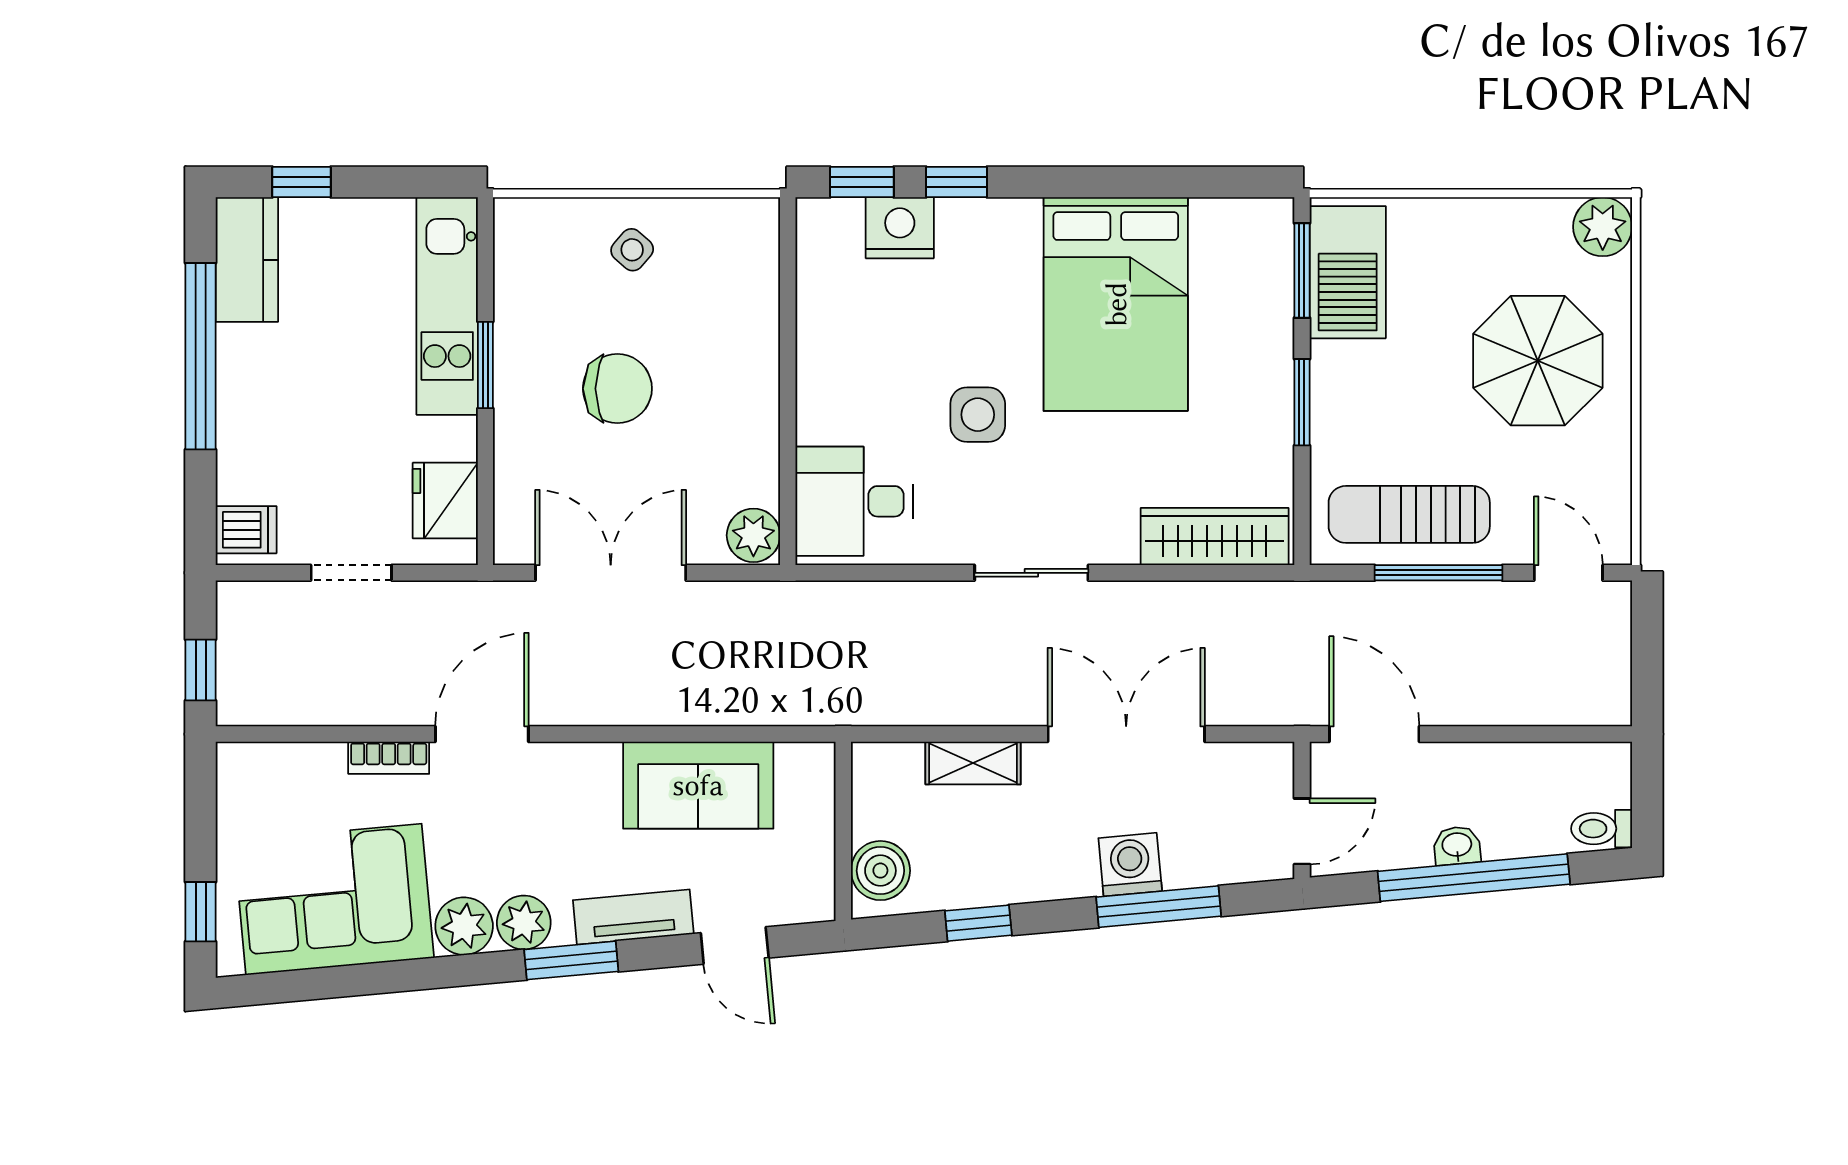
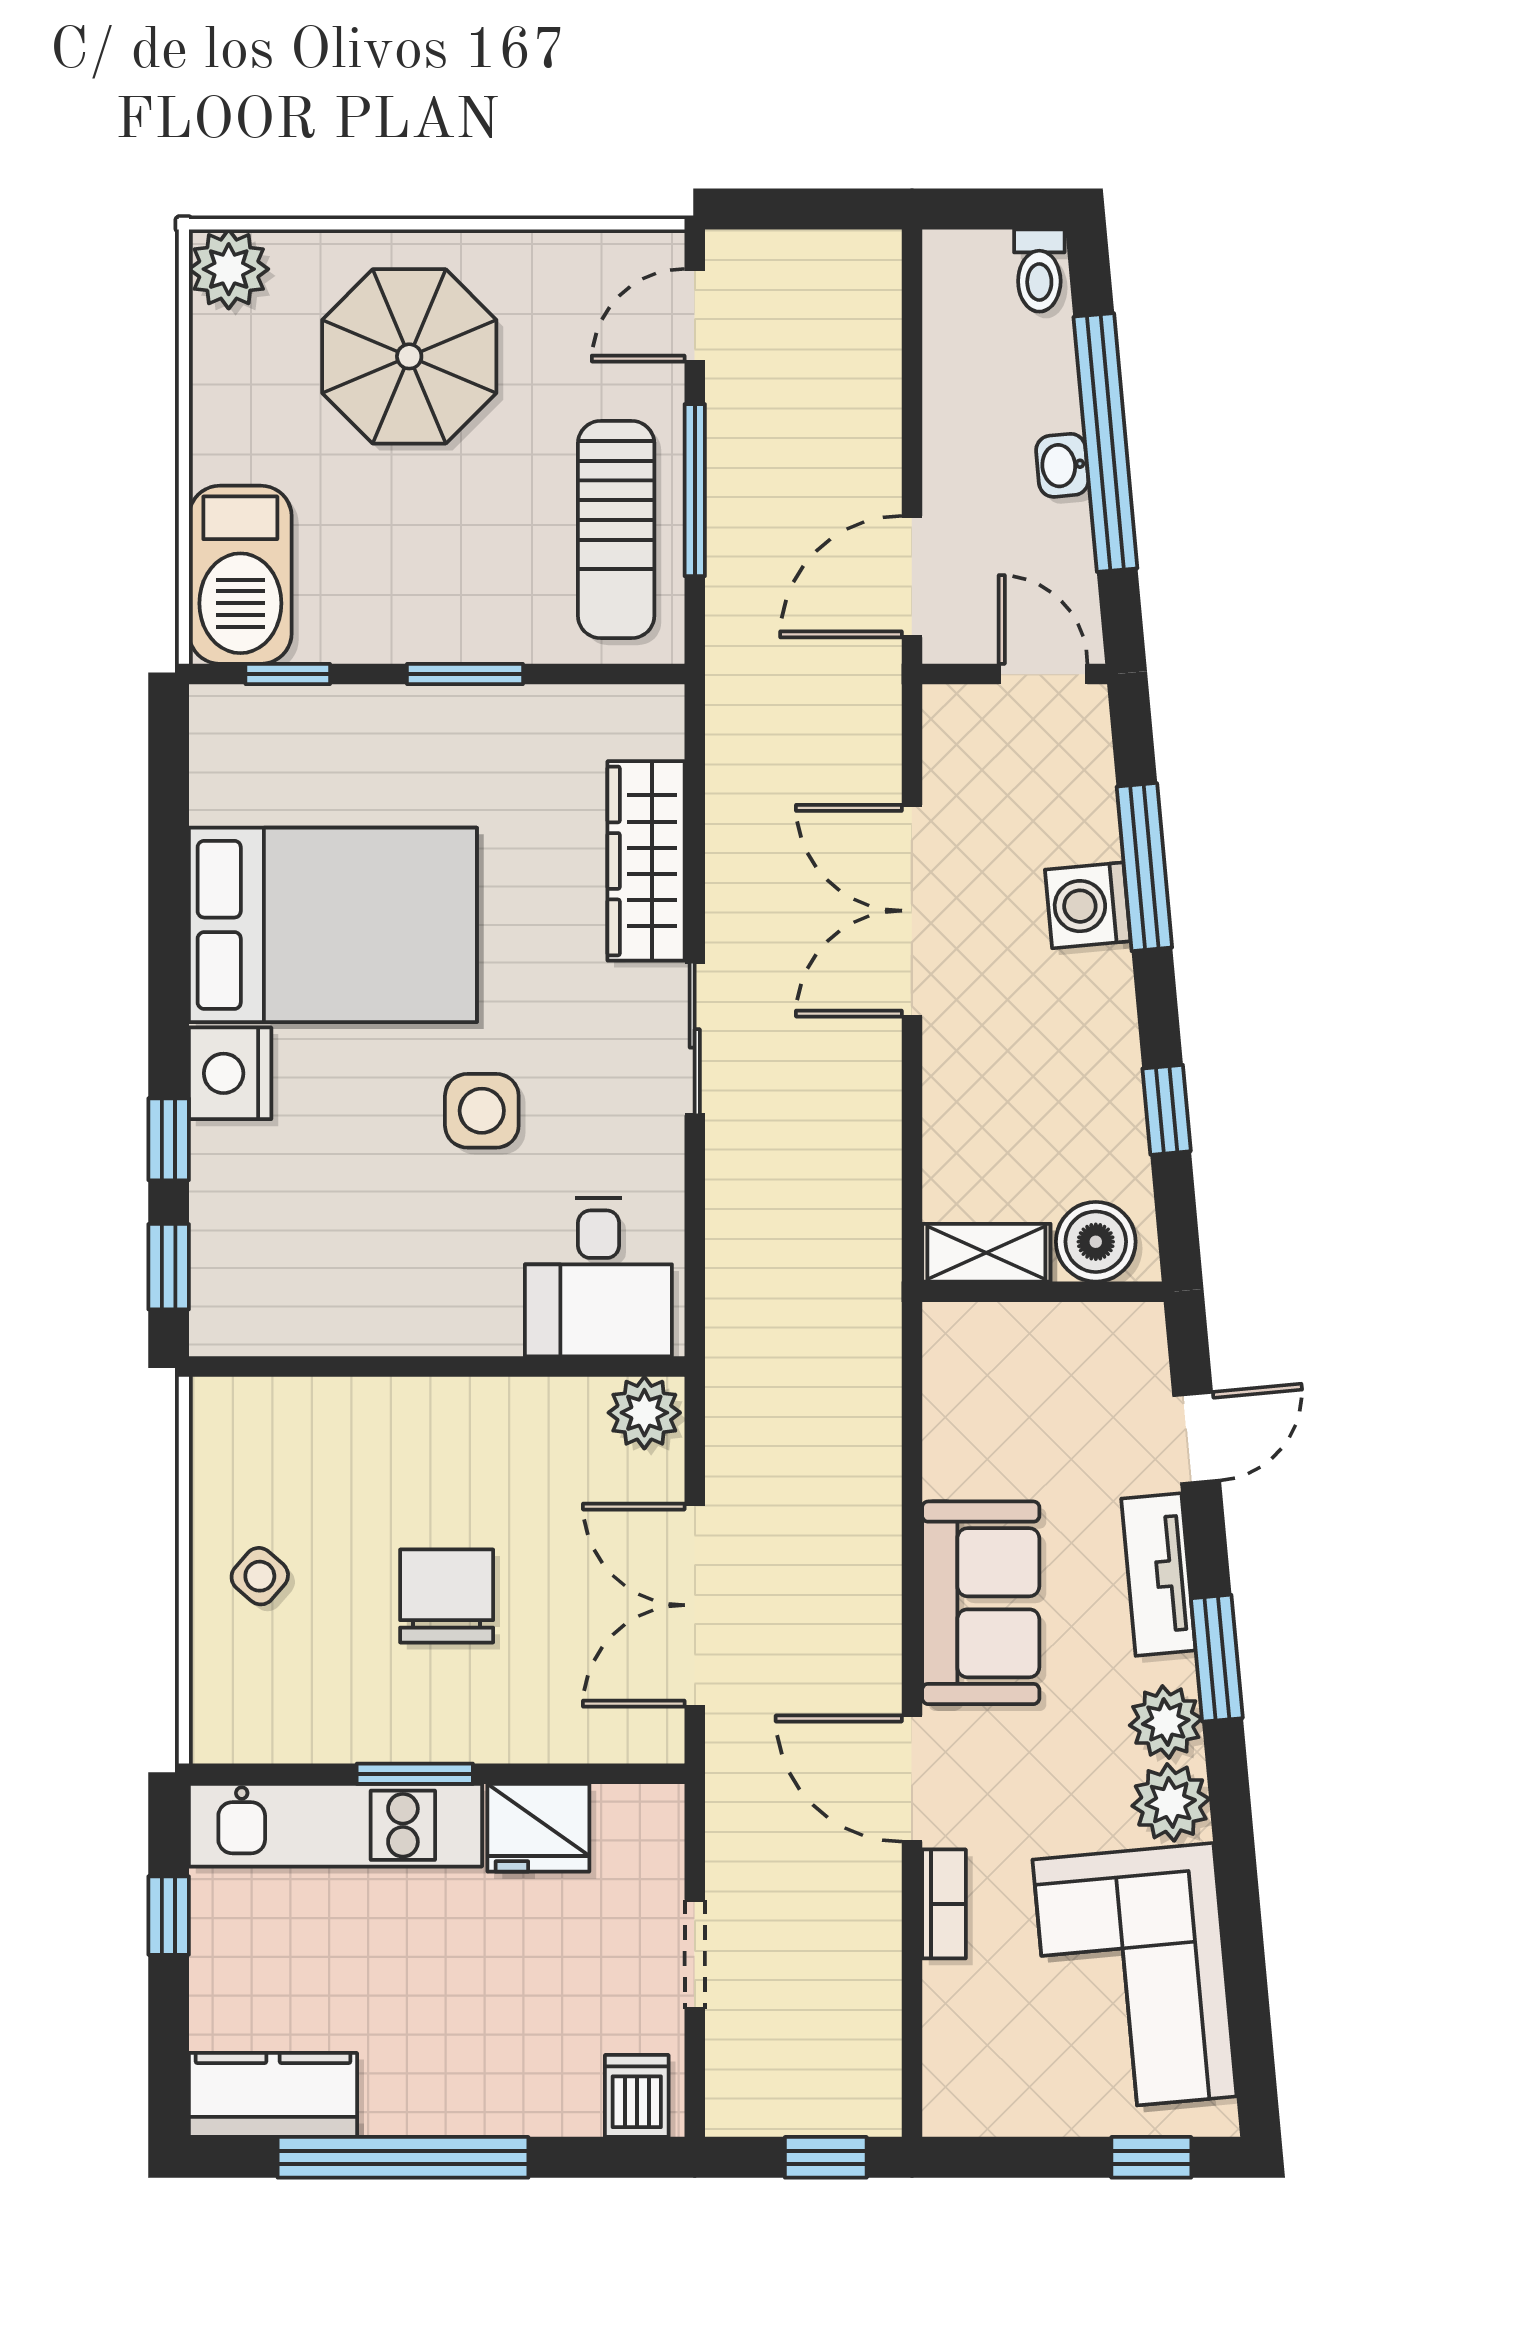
window: (301, 182) -> (169, 1916), moved
nightstand: (900, 228) -> (230, 1073), moved
window: (1302, 271) -> (288, 674), width x0.67
barbecue: (1348, 272) -> (240, 575), moved, turned 90
fridge: (445, 501) -> (538, 1828), moved
wardrobe: (1215, 537) -> (646, 861), moved
shelving: (973, 763) -> (986, 1253), moved, turned 90
sofa: (698, 785) -> (981, 1603), moved

